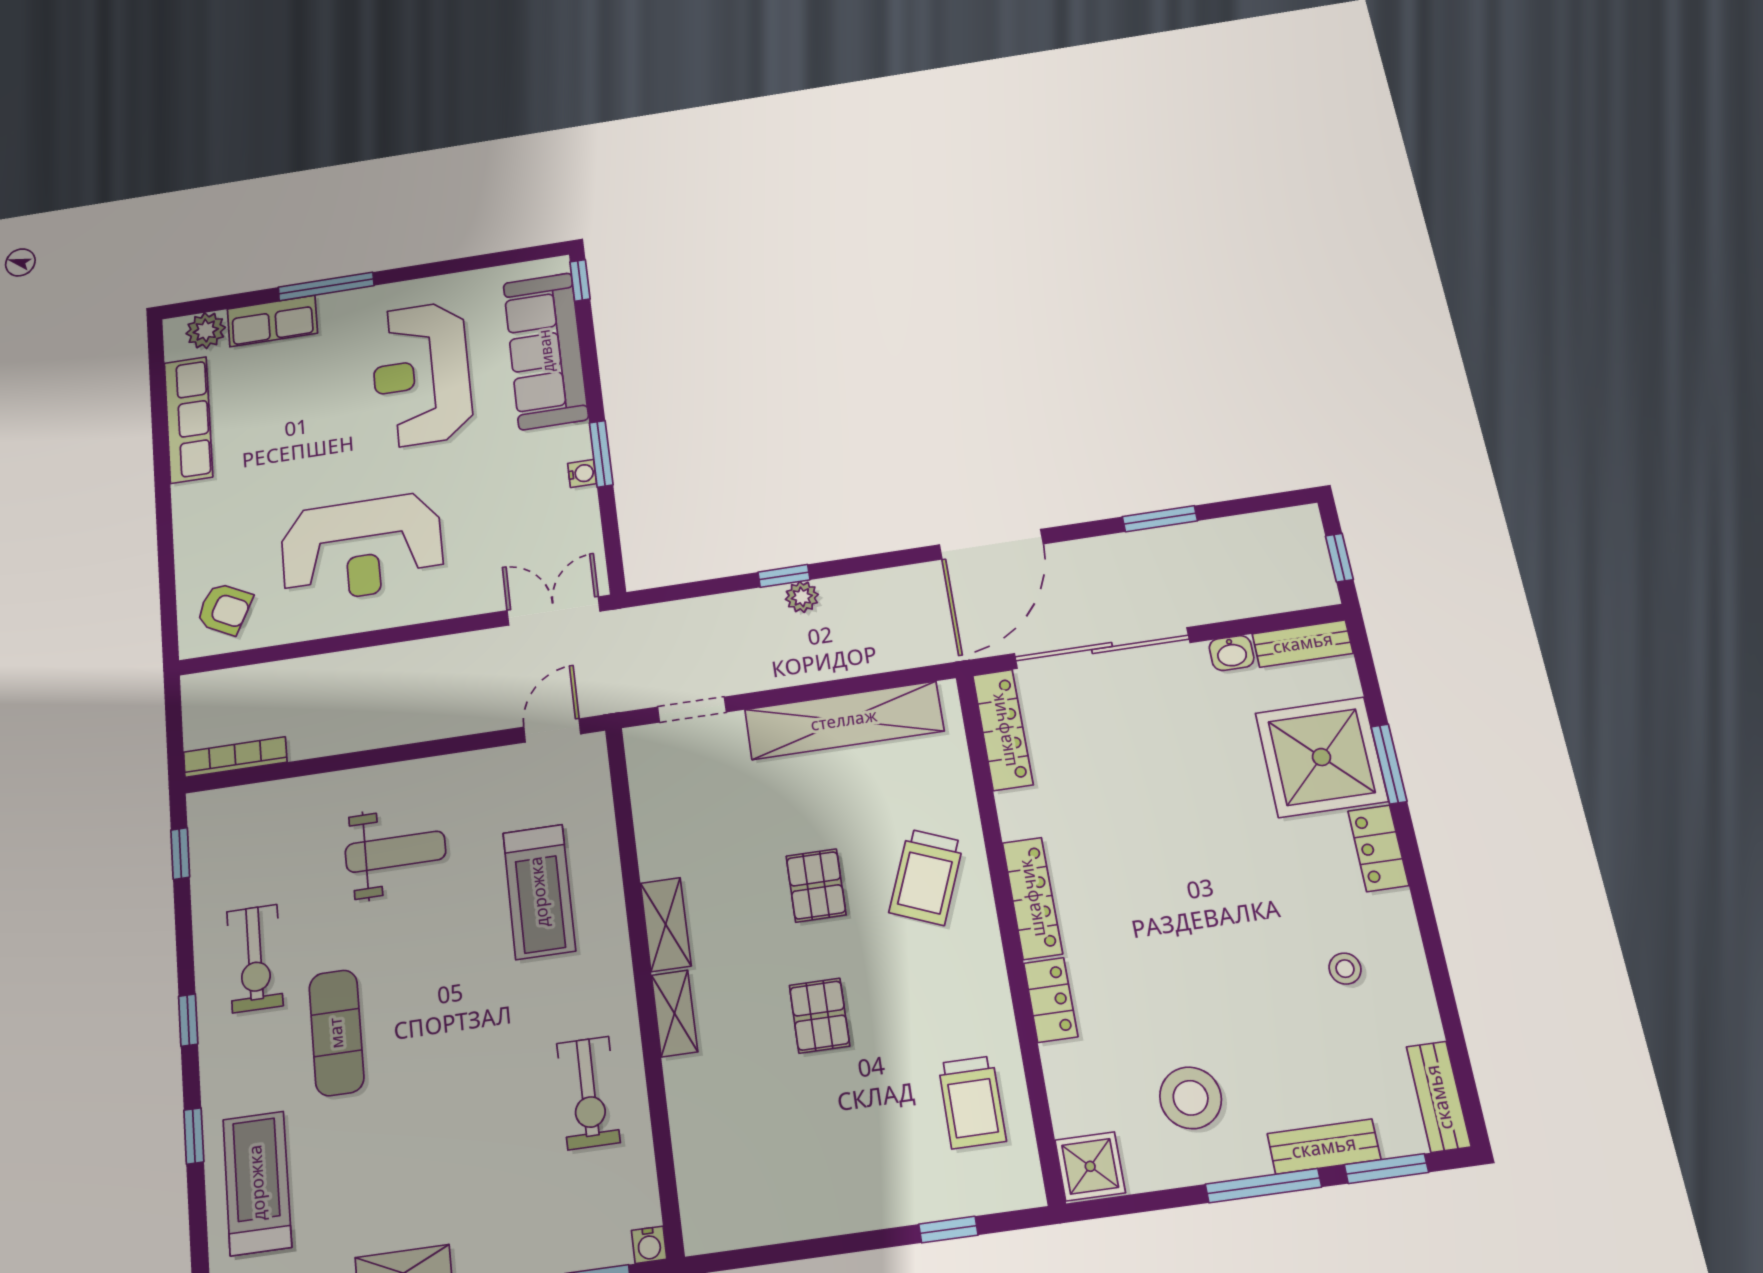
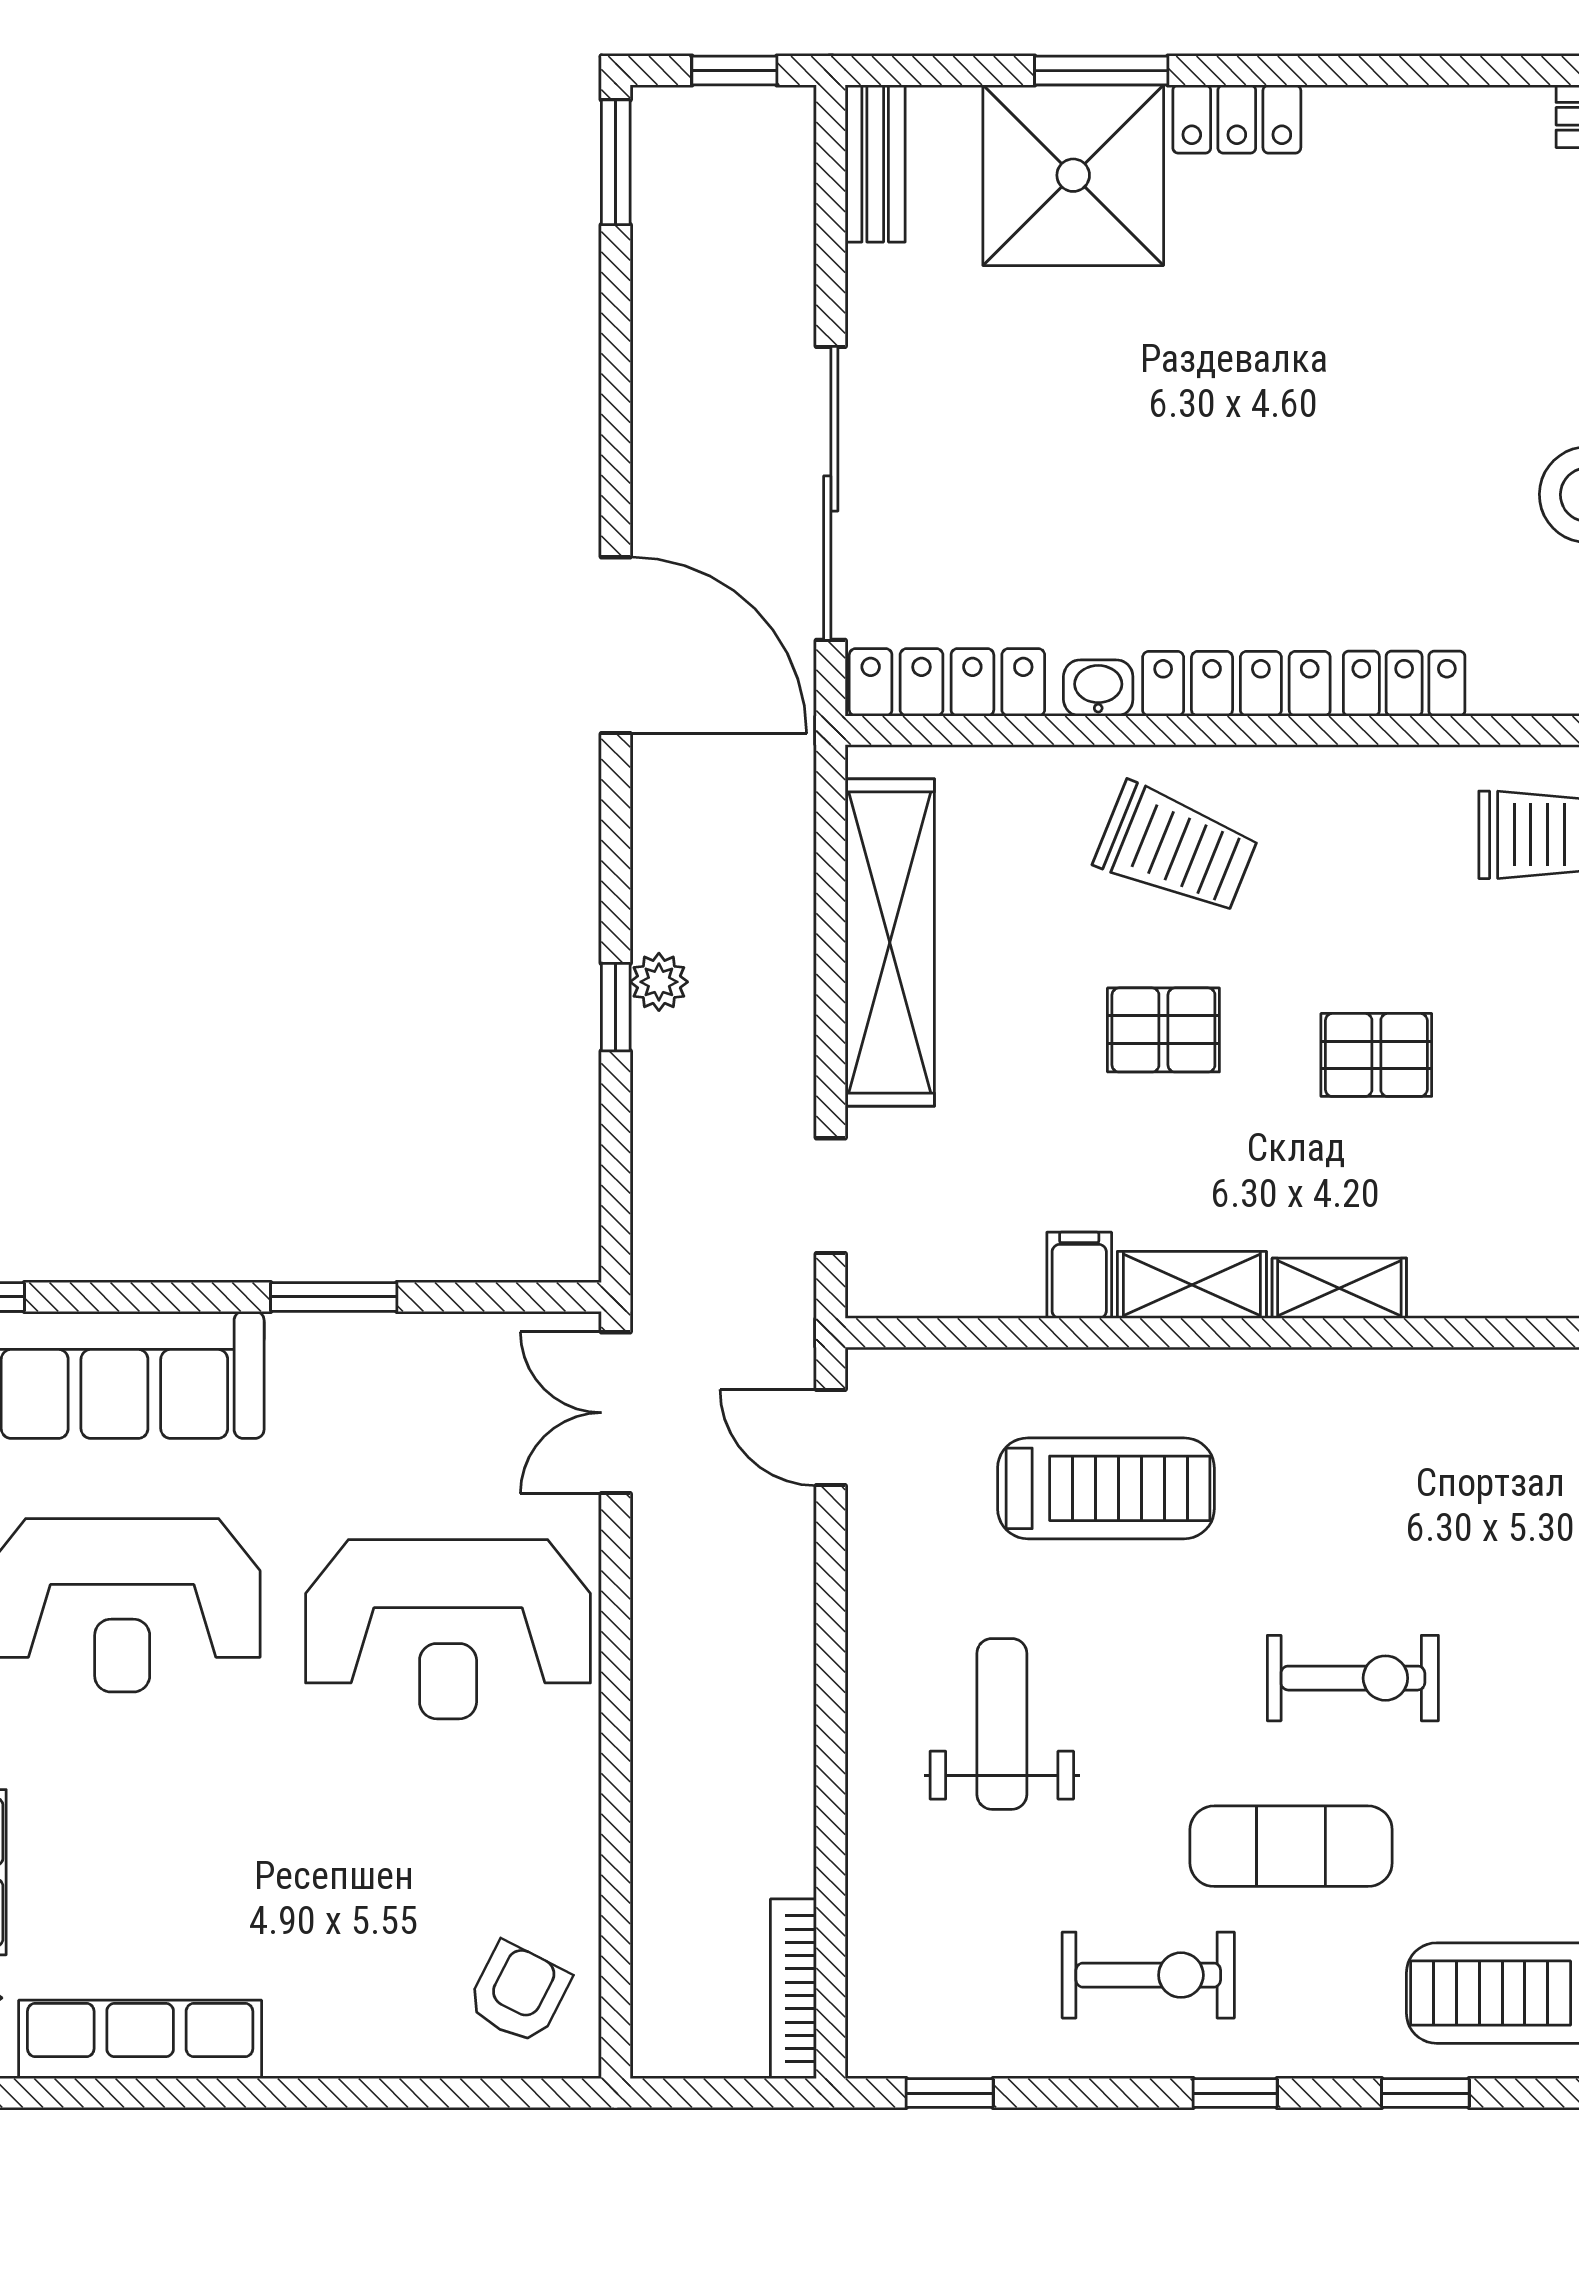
water cooler: (582, 473) -> (366, 1335), removed
window: (1160, 519) -> (616, 162), moved
reception desk: (362, 548) -> (448, 1629), moved, turned 90
washbasin: (1232, 653) -> (1098, 688), moved, turned -90
filing cabinet: (663, 858) -> (1079, 1275), added
stool: (1345, 969) -> (1421, 214), removed
exercise bike: (588, 1093) -> (1353, 1678), moved

